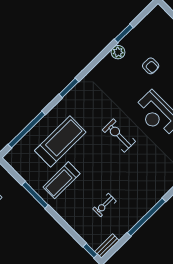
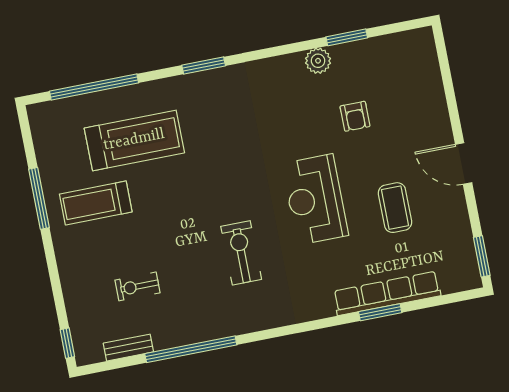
exercise bike: (119, 136) -> (241, 253), moved
bench: (107, 246) -> (128, 348), moved

